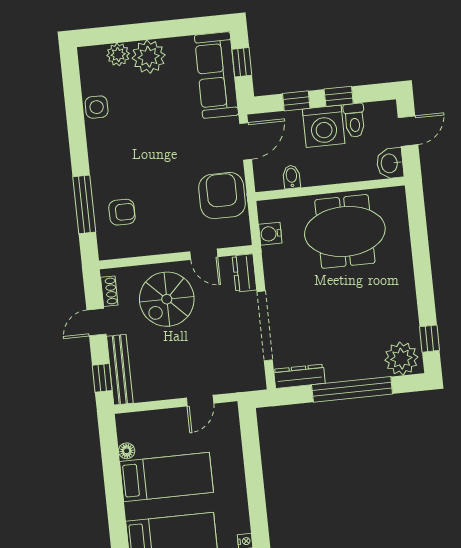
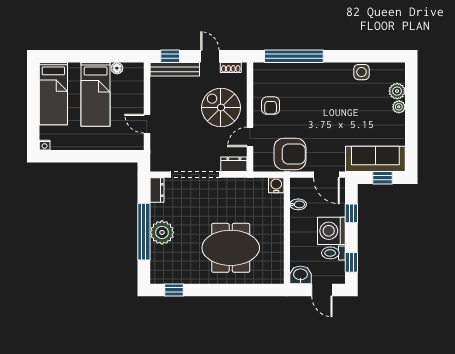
plant: (149, 57) -> (399, 107), width x0.53, depth x0.53
window: (339, 96) -> (351, 262), moved
window: (84, 204) -> (294, 56), width x1.46
armchair: (122, 212) -> (271, 106), moved
meeting table: (345, 231) -> (231, 248), moved, turned 90
water cooler: (270, 234) -> (276, 185), moved
plant: (401, 359) -> (162, 232), moved
dresser: (299, 376) -> (157, 190), width x0.70

